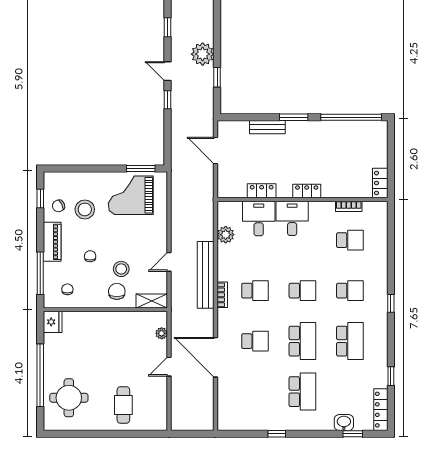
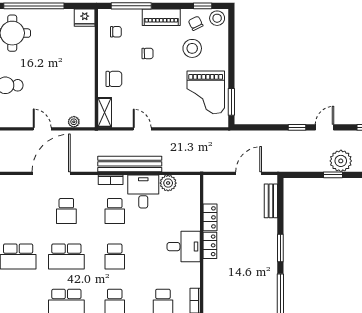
window: (217, 77) -> (333, 175), moved
bench: (267, 127) -> (271, 201), moved
locker: (307, 191) -> (210, 245), moved
grand piano: (131, 195) -> (206, 92), turned 180
desk: (259, 218) -> (143, 192), moved, turned -90
stool: (121, 269) -> (217, 18), moved

